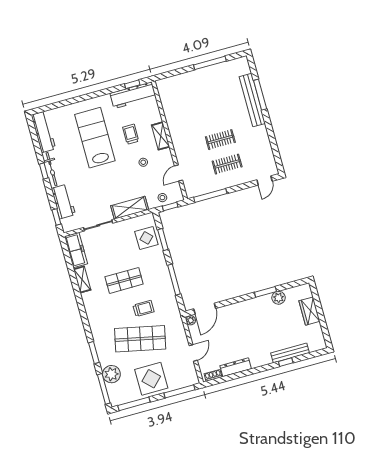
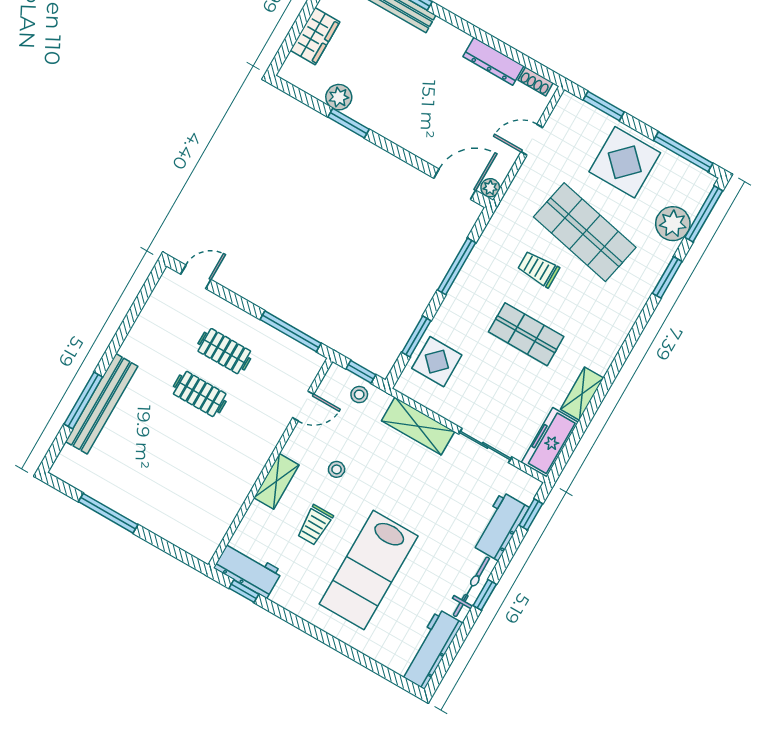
workbench: (133, 95) -> (248, 570), width x0.73
window: (179, 391) -> (604, 106), width x0.69

